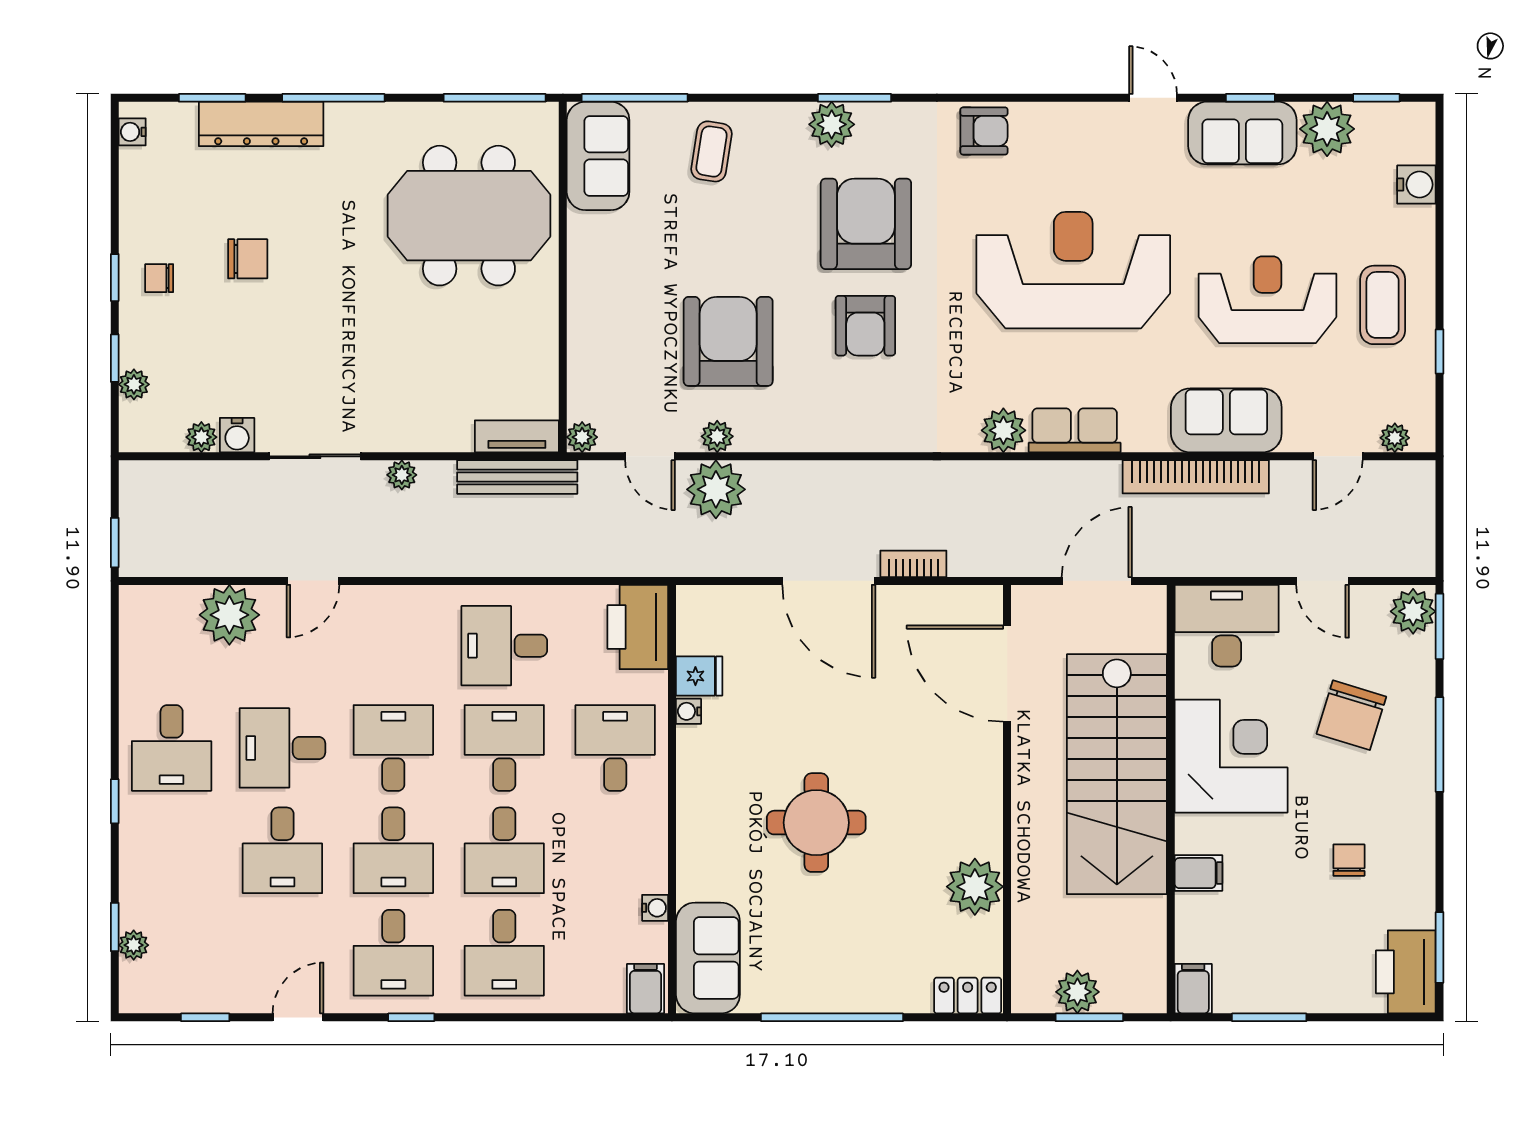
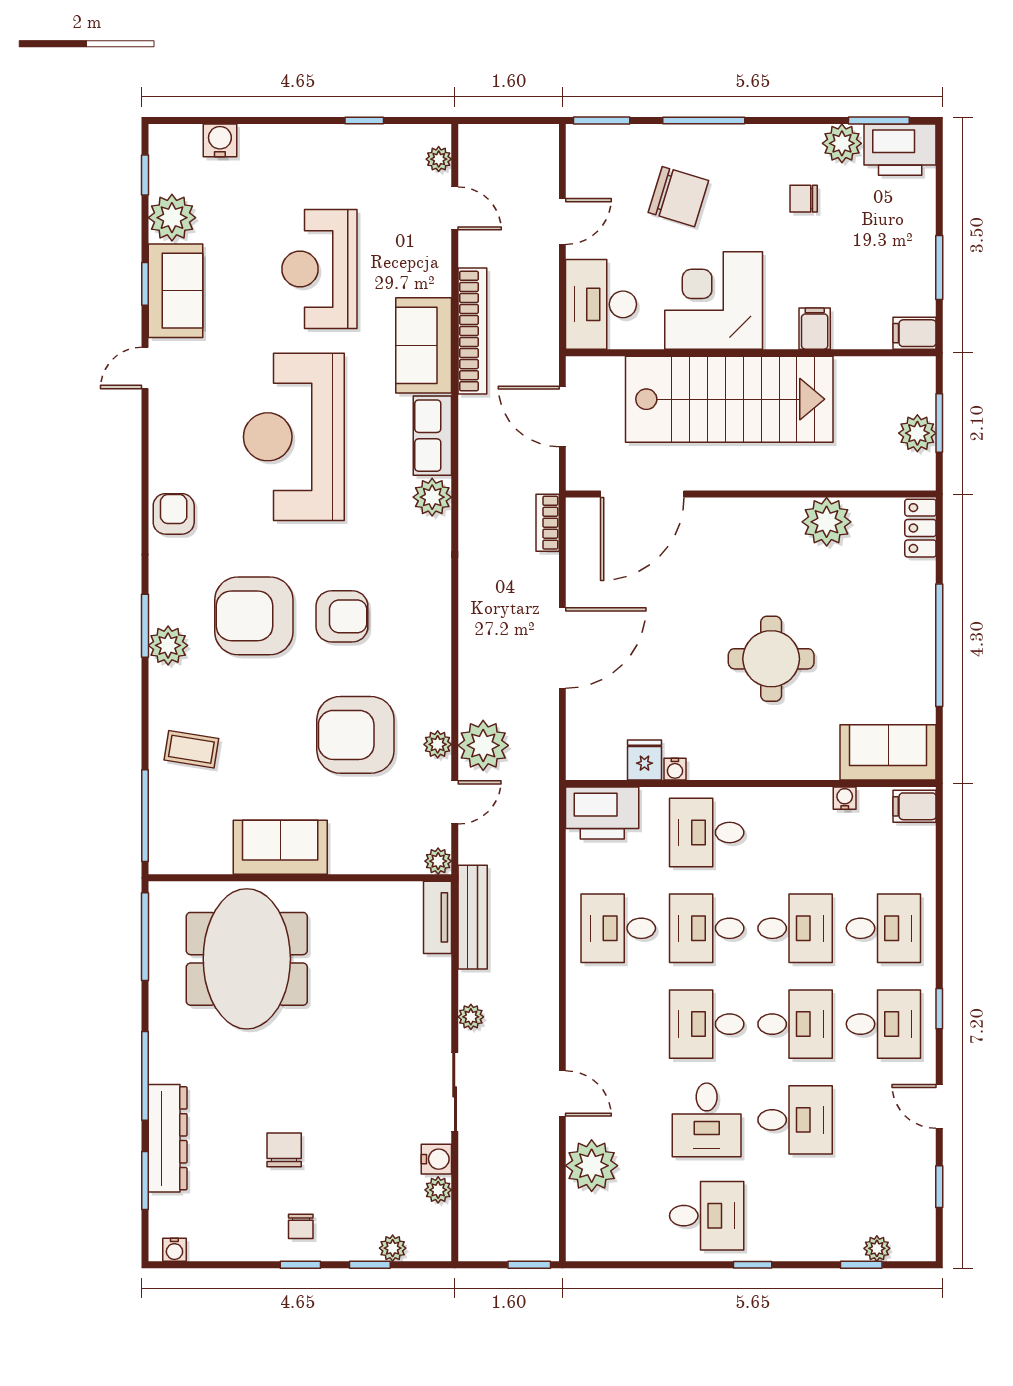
sofa: (598, 156) -> (280, 847), moved
coffee table: (1383, 305) -> (324, 170), removed
sofa: (1226, 420) -> (424, 345), moved
bookcase: (913, 564) -> (548, 523), moved
plant: (1413, 611) -> (842, 143), moved
desk: (504, 646) -> (618, 928), turned 90

